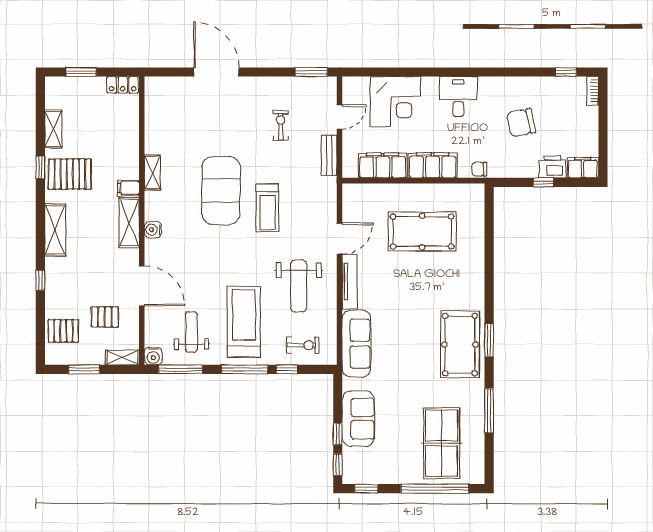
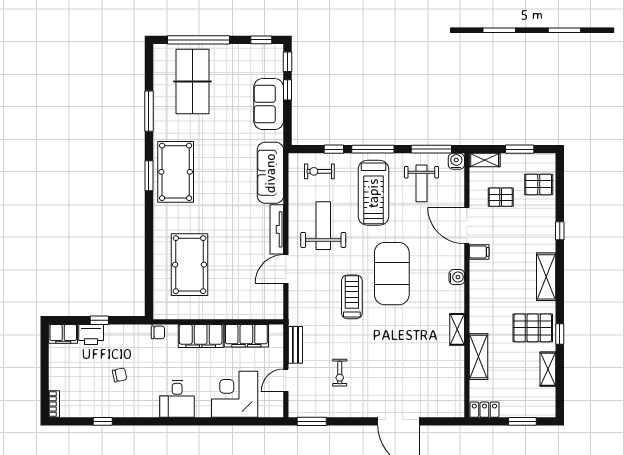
window: (566, 72) -> (103, 421), moved
chair: (521, 123) -> (120, 375), width x0.54, depth x0.54
filing cabinet: (128, 188) -> (479, 252), moved
exercise mat: (221, 191) -> (392, 274), moved
shelving: (129, 223) -> (478, 357), moved
pool table: (422, 232) -> (190, 265), moved, turned 90

